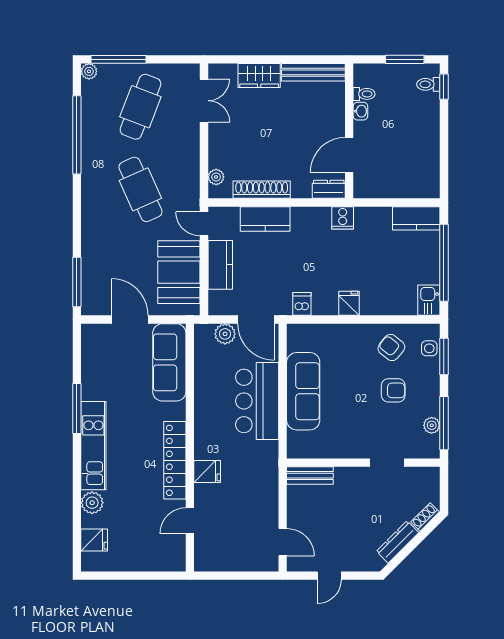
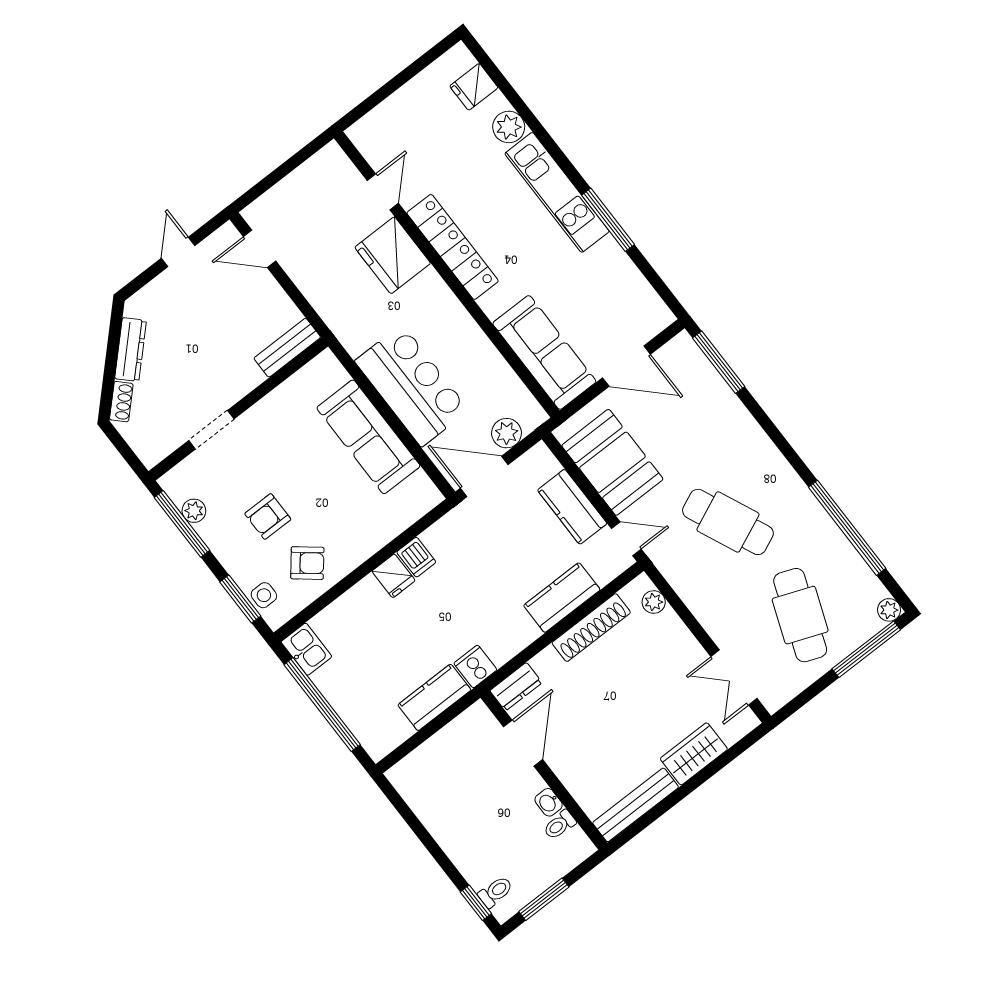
kitchen counter: (416, 218) -> (434, 697), moved
dishwasher: (302, 304) -> (416, 557), moved
fridge: (207, 472) -> (393, 255), width x1.88, depth x1.34

